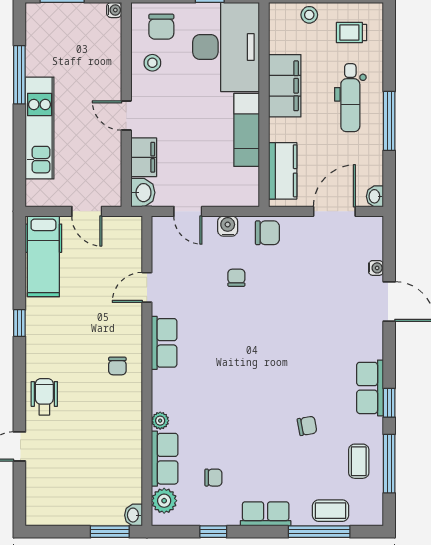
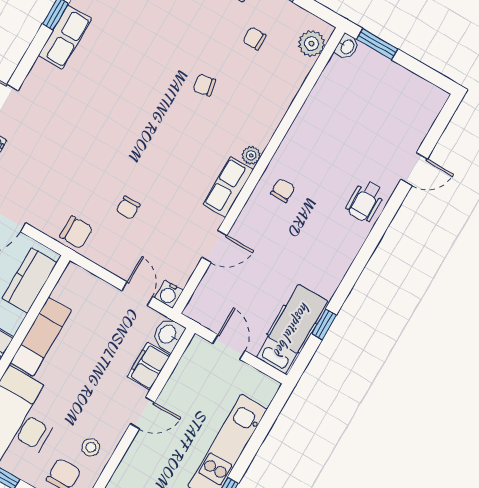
door: (126, 116) -> (142, 413), hinge flipped
water cooler: (228, 226) -> (169, 294), moved
chair: (267, 233) -> (76, 232), turned 180
window: (19, 323) -> (324, 324), moved
plant: (160, 421) -> (251, 155), moved
chair: (307, 426) -> (204, 85), moved
row of seats: (165, 459) -> (289, 81), removed

